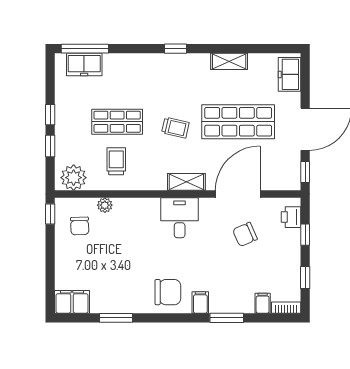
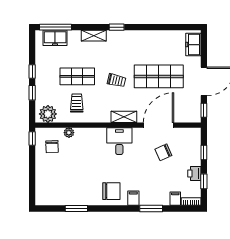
shelving: (229, 61) -> (94, 36), moved
printer: (291, 217) -> (194, 174), moved
filing cabinet: (72, 302) -> (47, 198), removed

